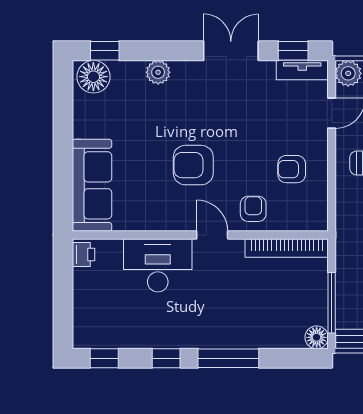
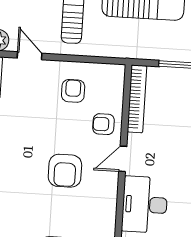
armchair: (292, 169) -> (73, 91), turned 180

